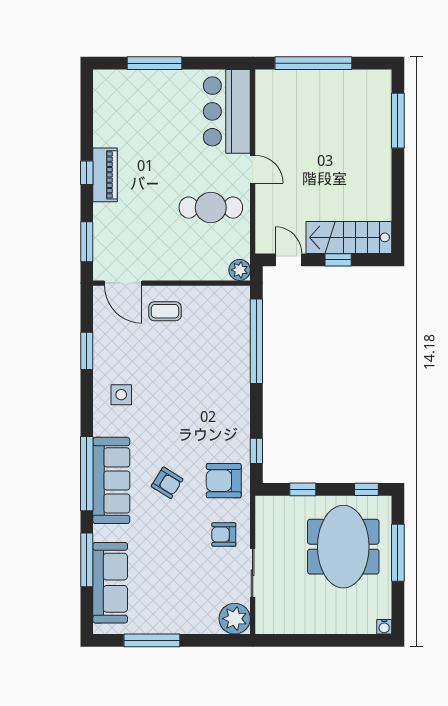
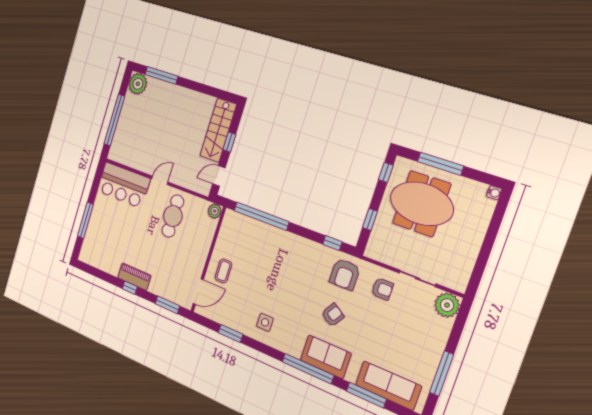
plant: (376, 85) -> (138, 84), added
sofa: (111, 480) -> (326, 357), width x0.73
armchair: (224, 535) -> (382, 289), turned -90

